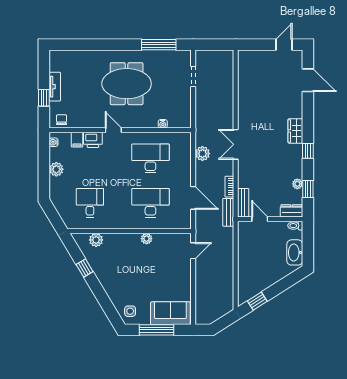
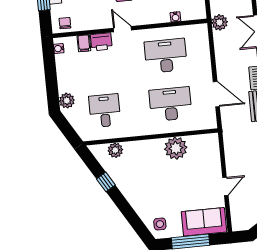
plant: (202, 154) -> (220, 22), moved
plant: (56, 169) -> (67, 101), moved
plant: (147, 239) -> (176, 148), width x1.87, depth x1.87
door: (193, 251) -> (225, 186), moved

